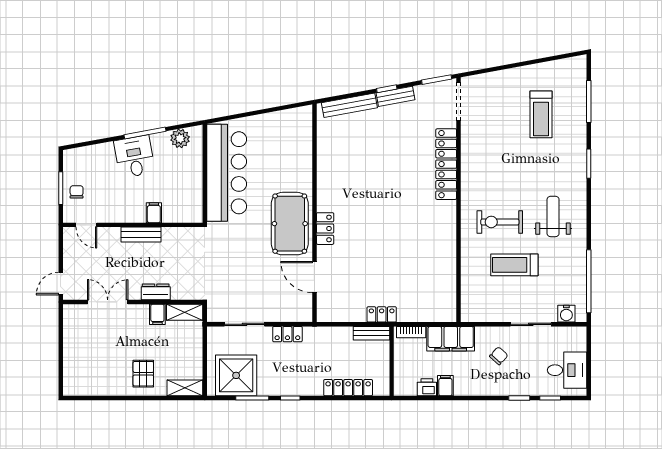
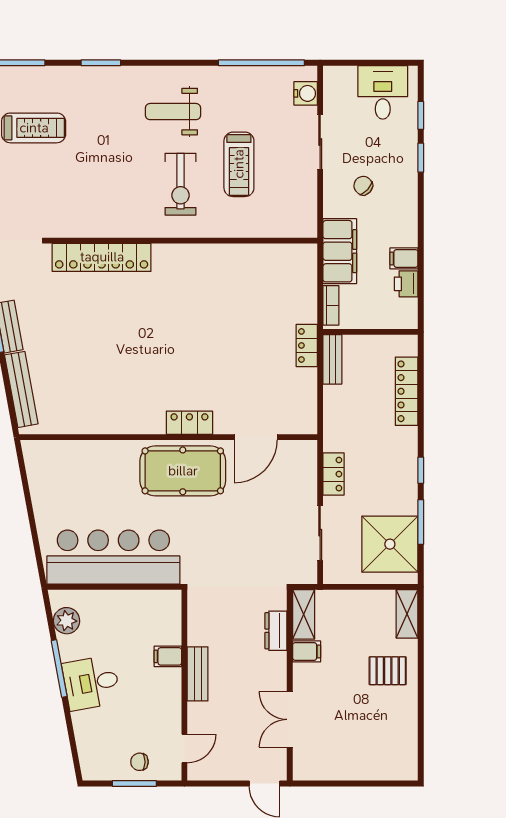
dresser: (156, 292) -> (276, 631), moved

